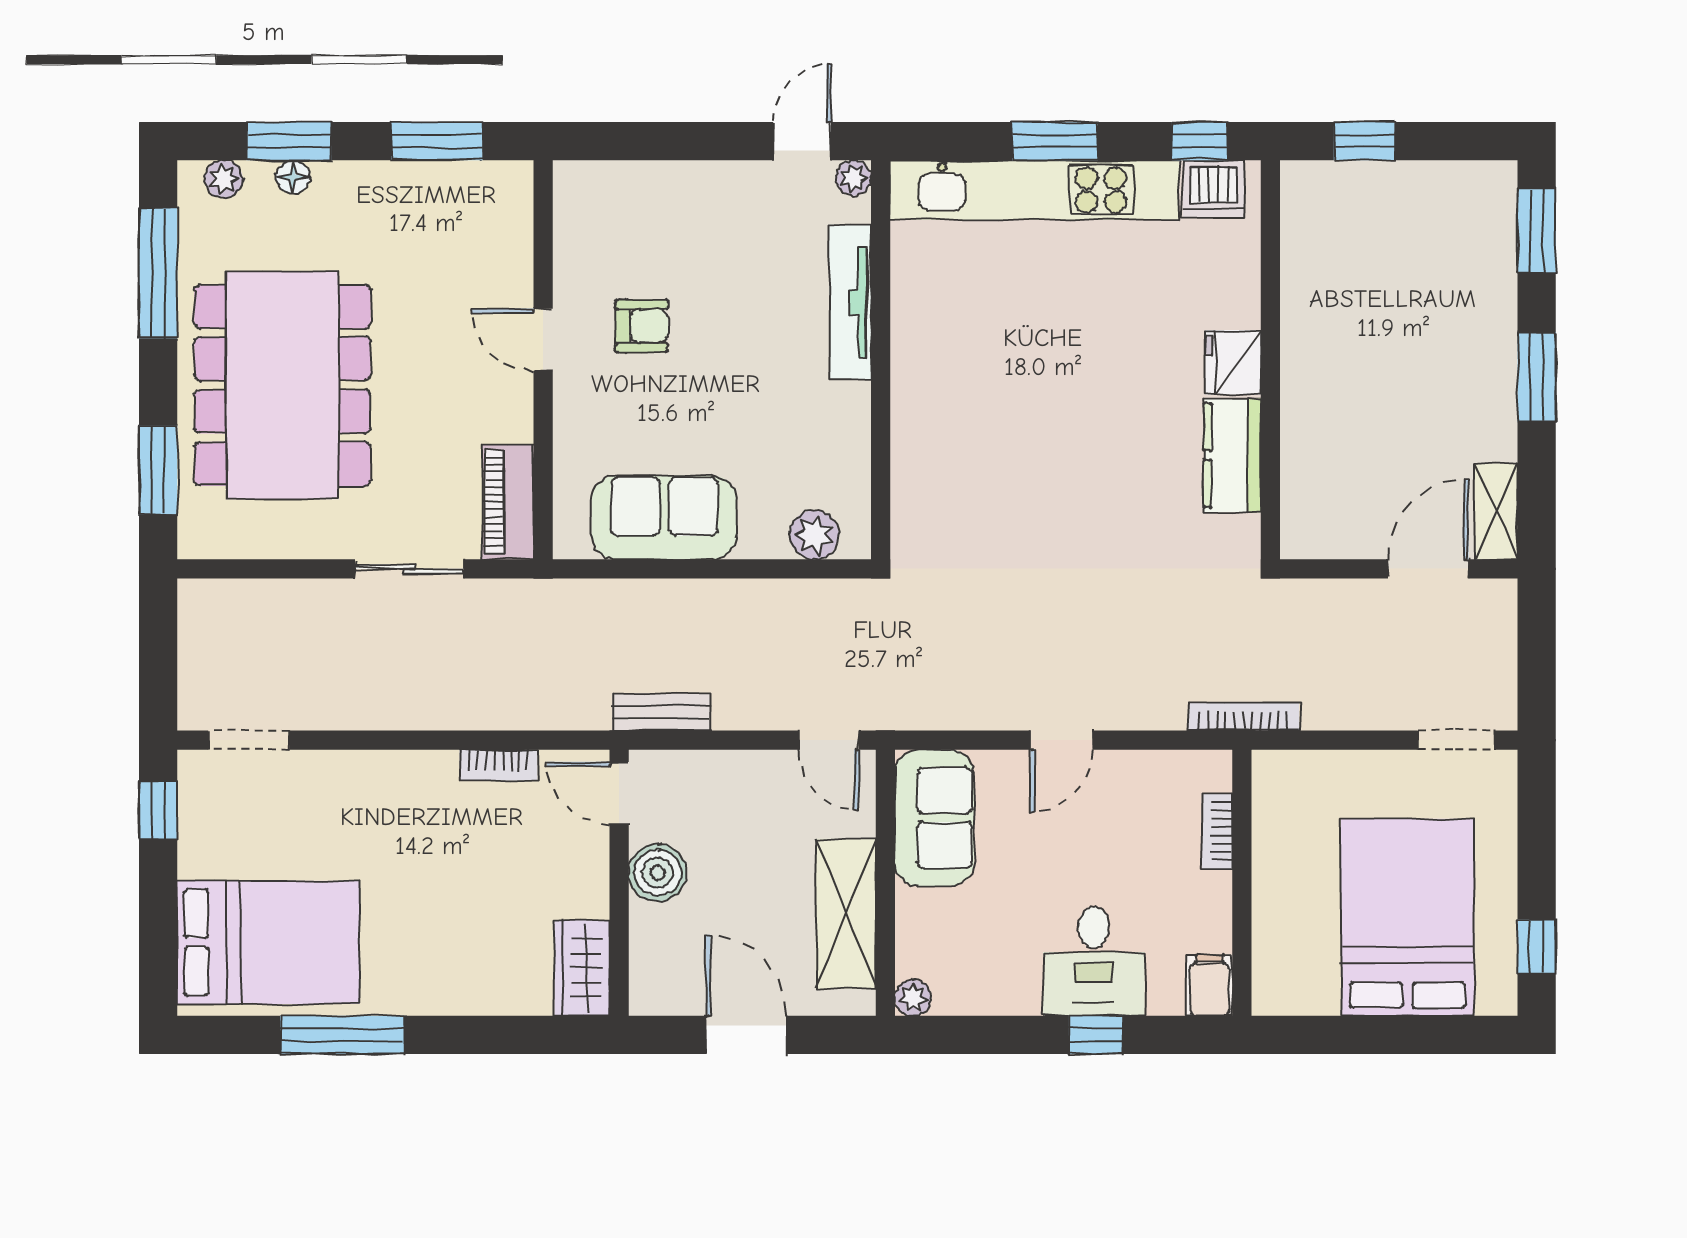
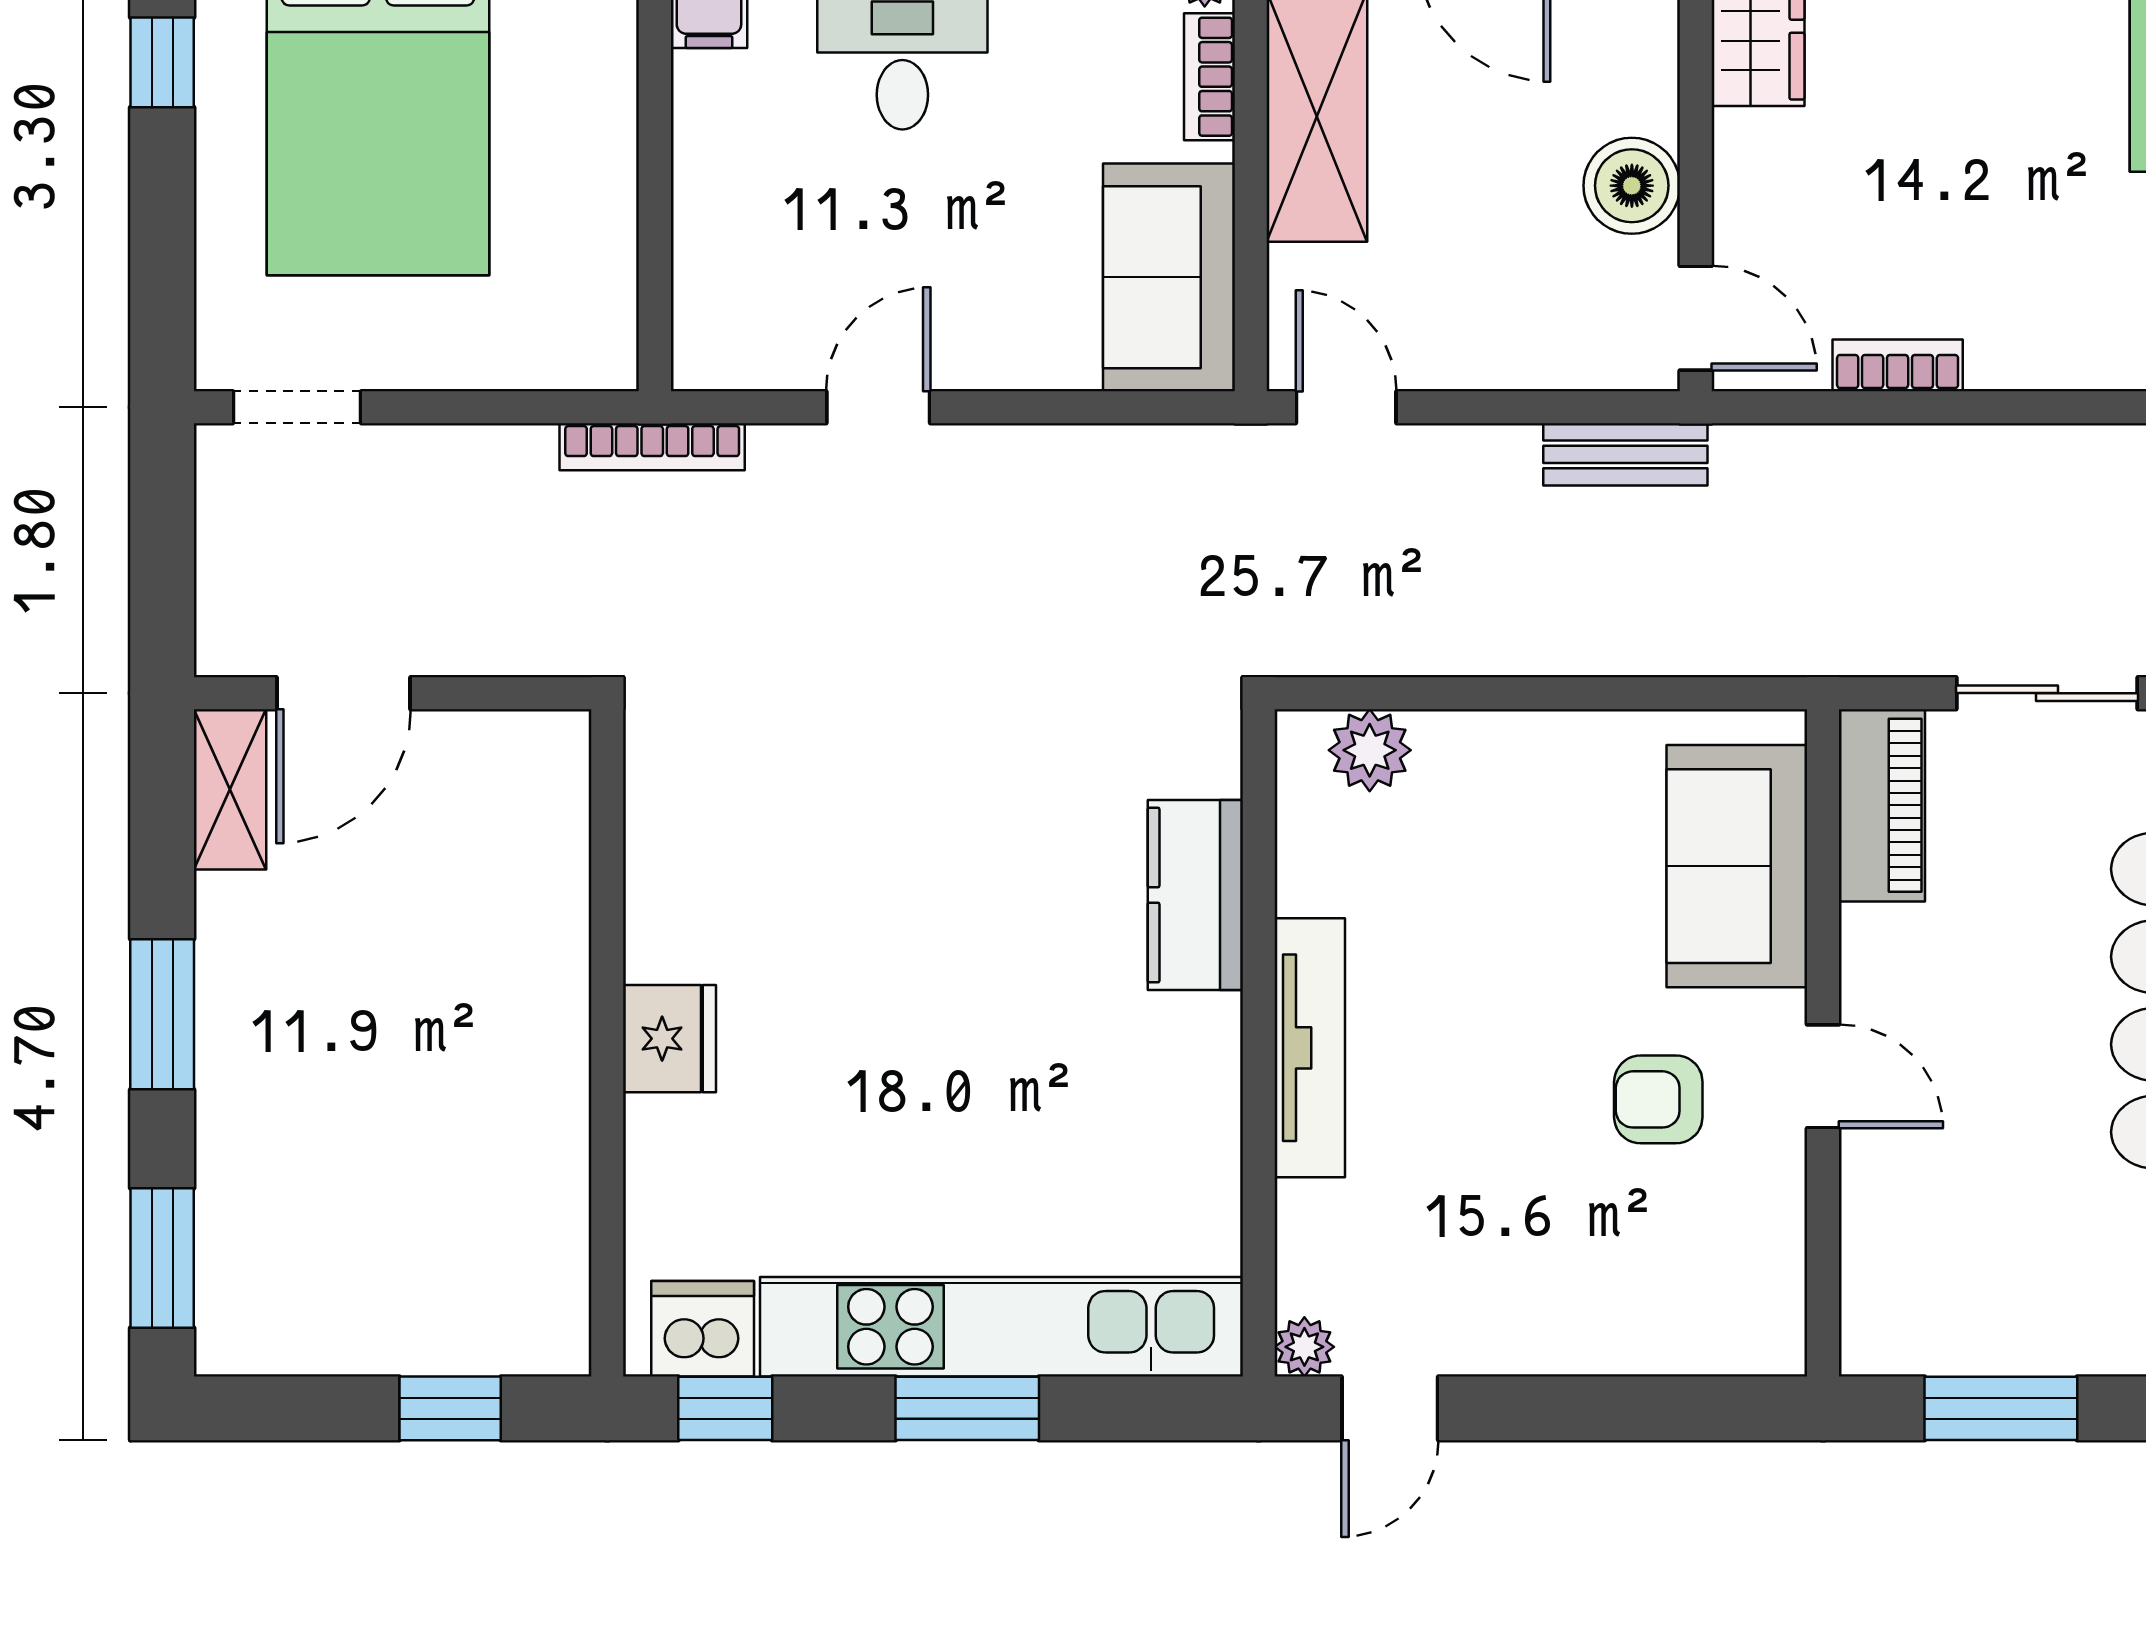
tv unit: (850, 302) -> (1310, 1048), moved
kitchen counter: (1232, 455) -> (1195, 895), moved, turned 180
sofa: (664, 517) -> (1737, 866), moved, turned 90
door: (1062, 740) -> (878, 407), moved
bookcase: (1217, 831) -> (1209, 77), moved, turned 180

